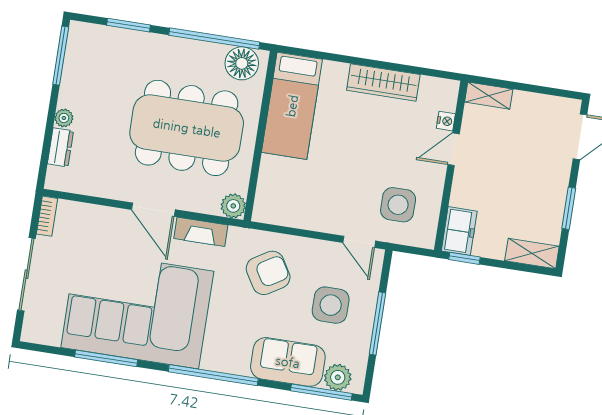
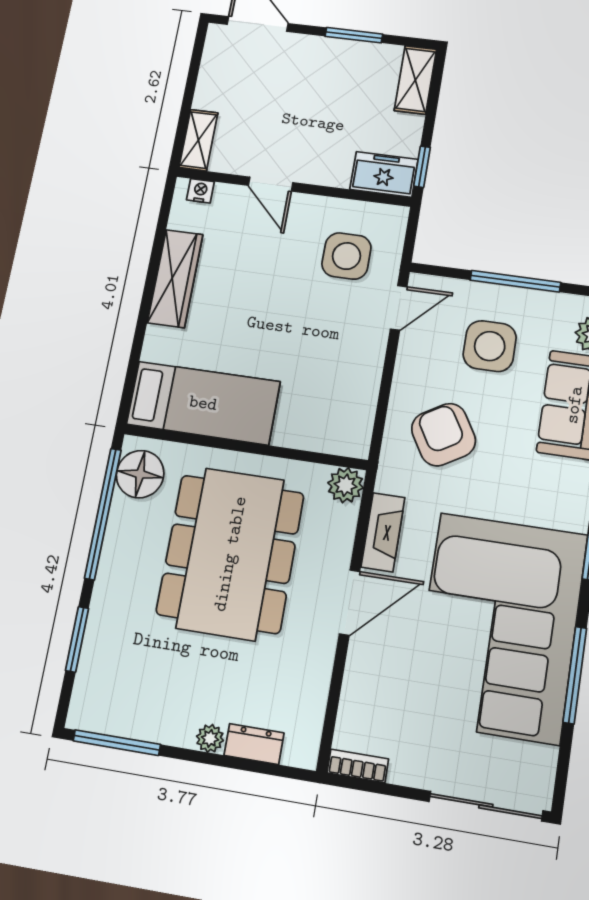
nightstand: (446, 121) -> (200, 191), moved
sliding door: (26, 274) -> (486, 806), moved

